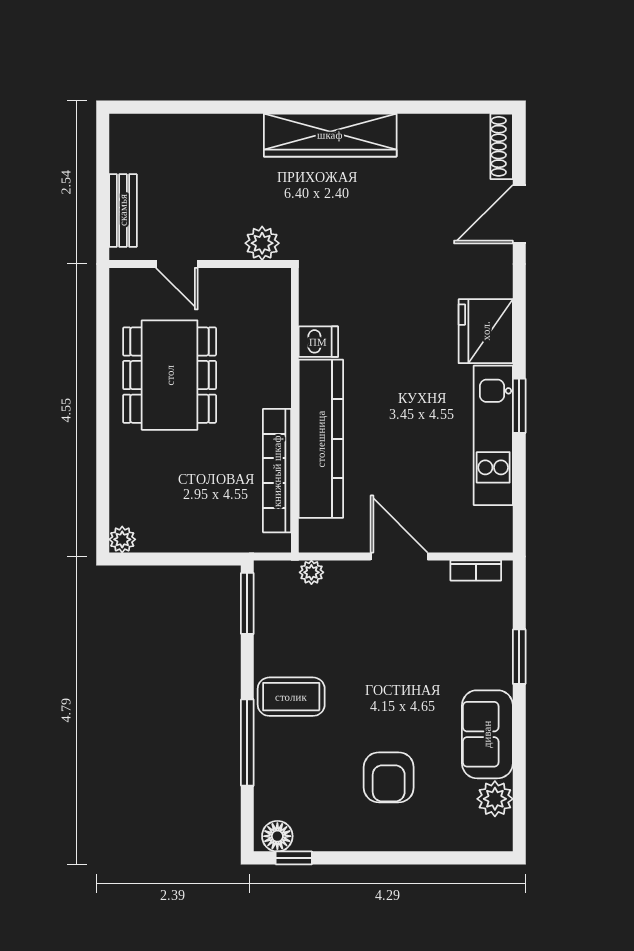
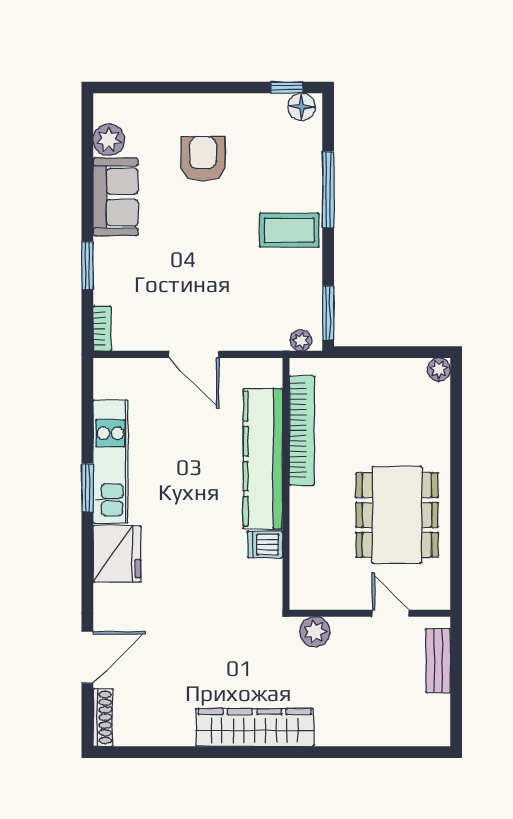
bookcase: (476, 570) -> (102, 329), moved, turned 90
plant: (311, 572) -> (301, 340), moved

